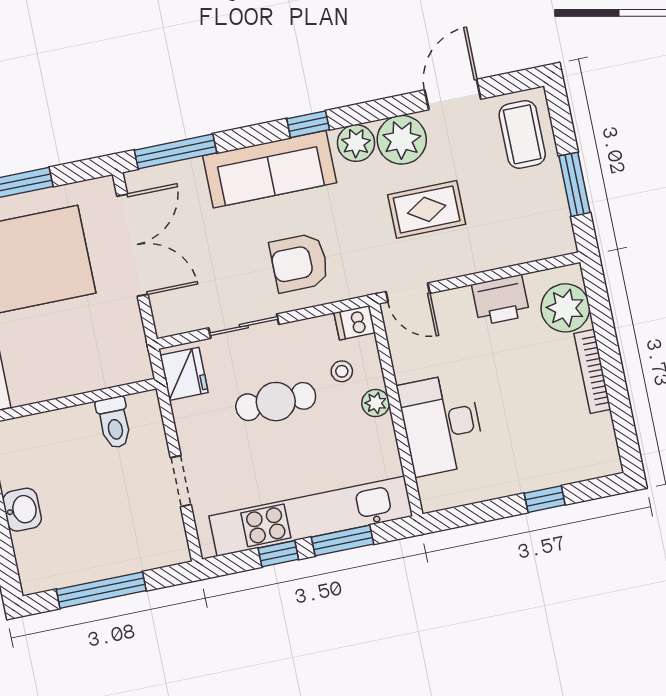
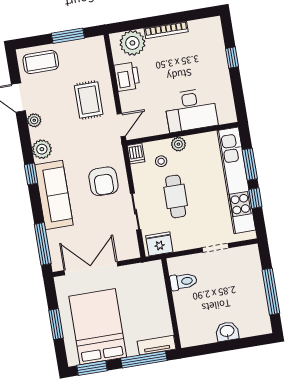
plant: (402, 140) -> (34, 120), width x0.53, depth x0.53
rug: (427, 209) -> (89, 100), moved

